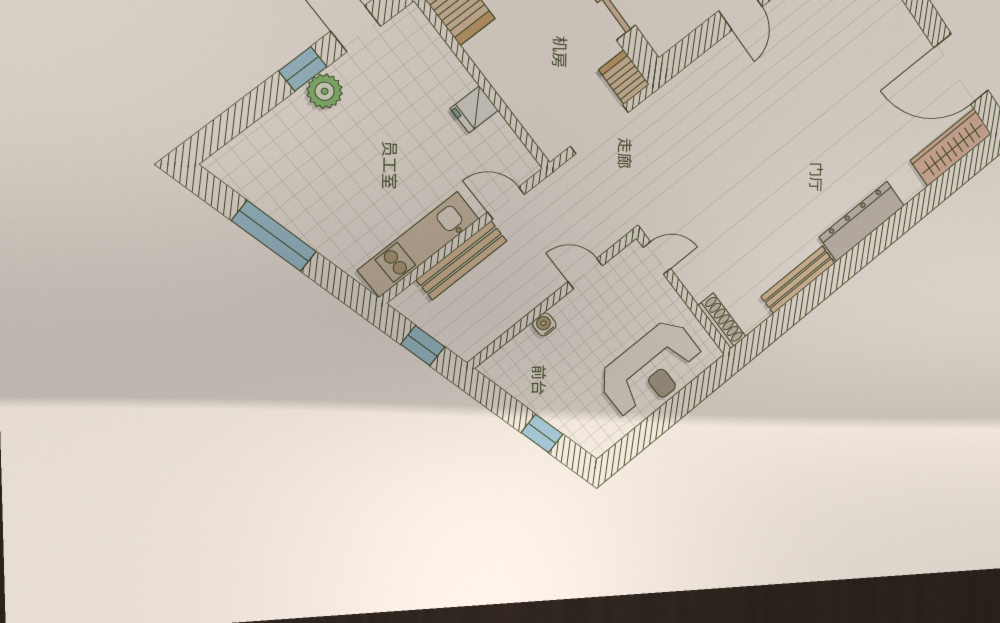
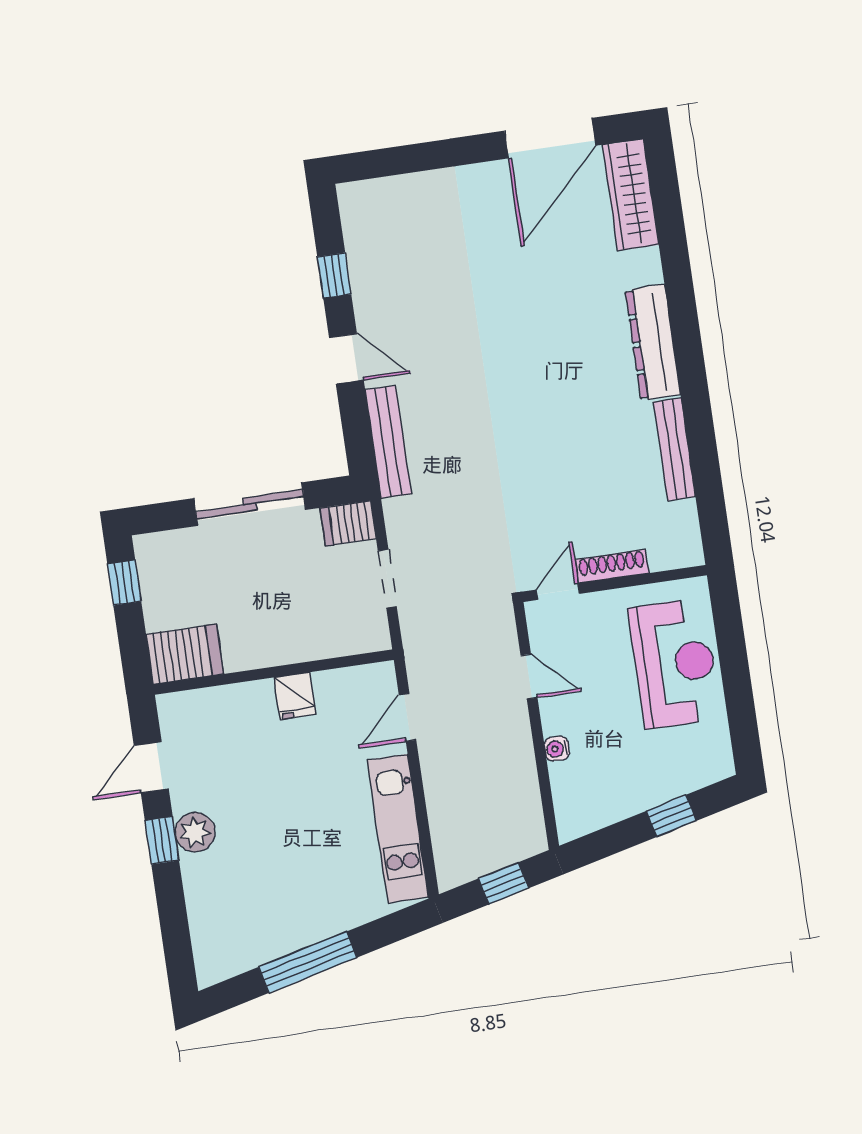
doorway: (599, 129) -> (387, 579), width x0.73
bench: (462, 260) -> (388, 442), moved
door: (585, 274) -> (529, 677), swing flipped
shoe rack: (722, 321) -> (612, 566), moved

